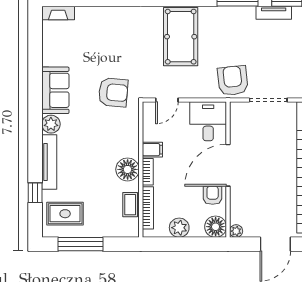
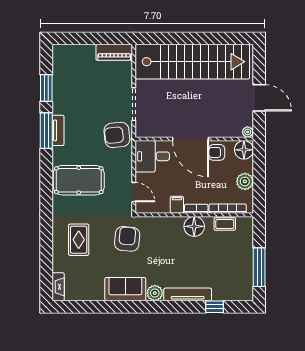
tv unit: (274, 13) -> (58, 130), moved
rug: (65, 214) -> (79, 240), moved

